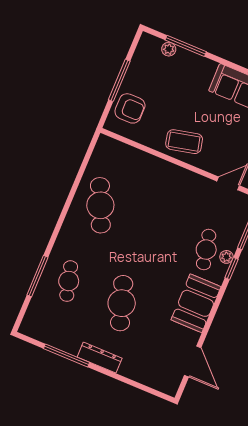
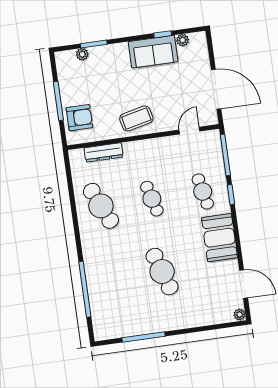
window: (186, 46) -> (94, 44), width x0.69
plant: (226, 257) -> (240, 315), moved
window: (37, 276) -> (85, 289), width x1.46
cafe table: (69, 281) -> (152, 199), moved
dresser: (100, 358) -> (104, 152), moved, turned 180

